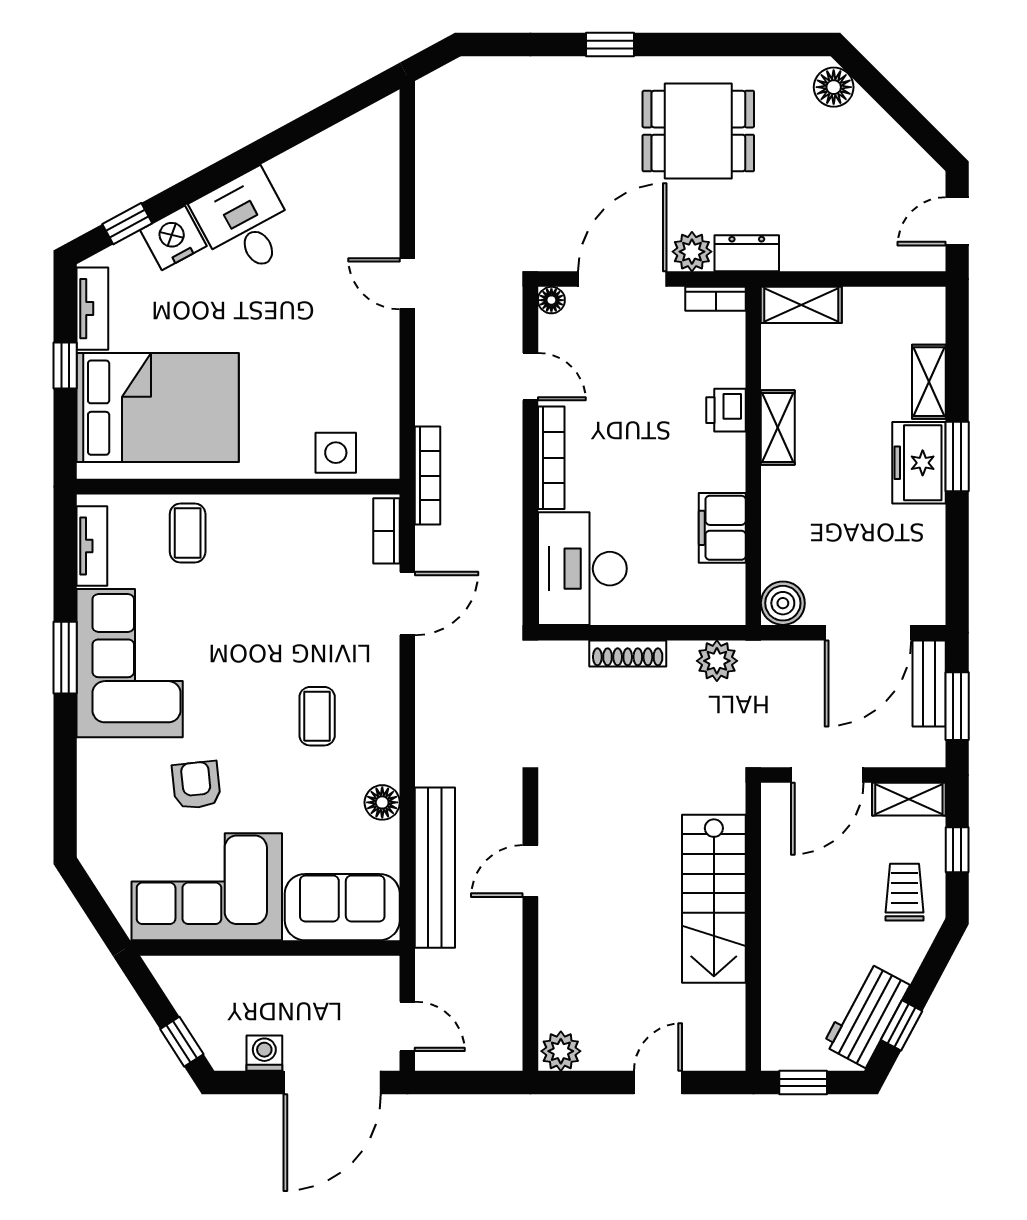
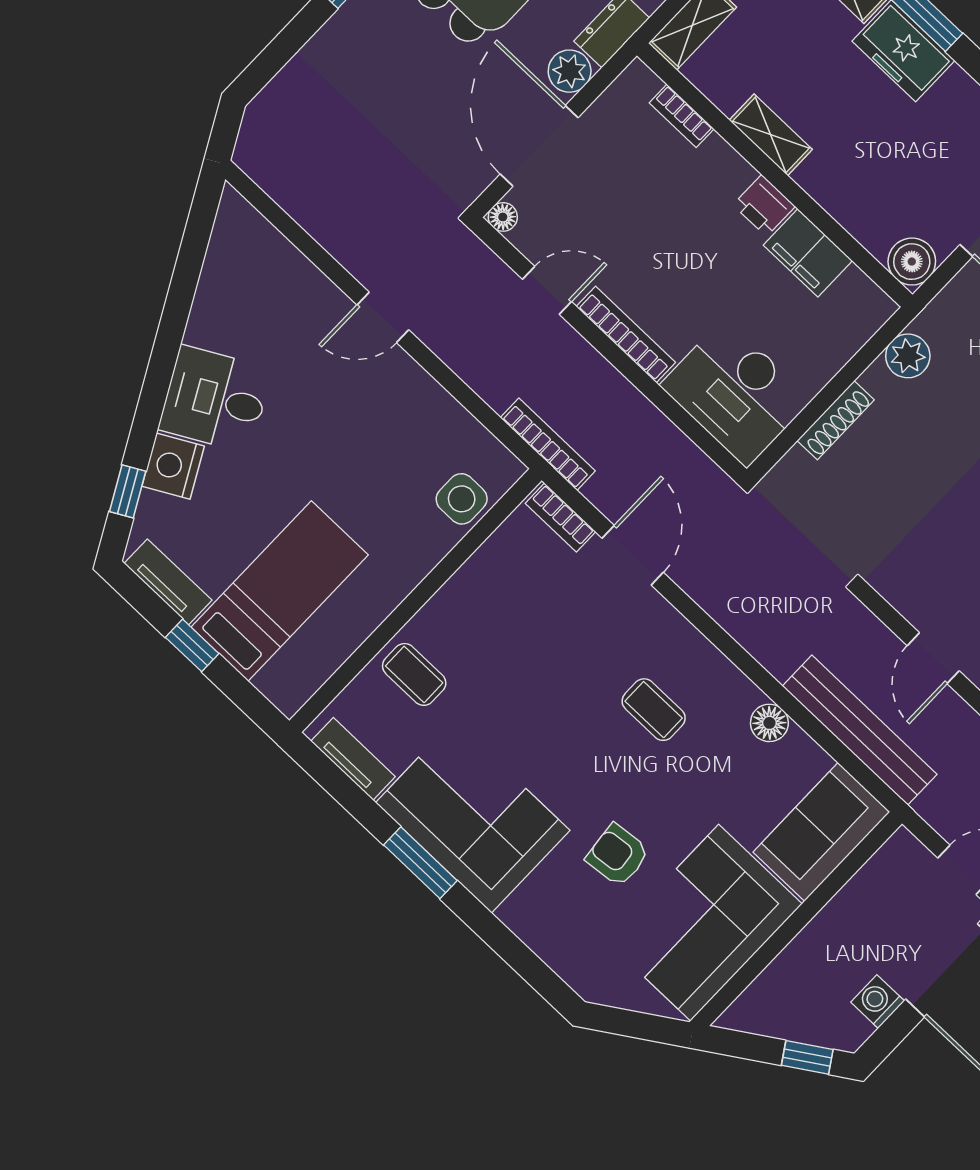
bookcase: (716, 299) -> (682, 116), moved, turned 90
bed: (158, 408) -> (280, 591), width x0.67
printer: (726, 410) -> (764, 206), moved

